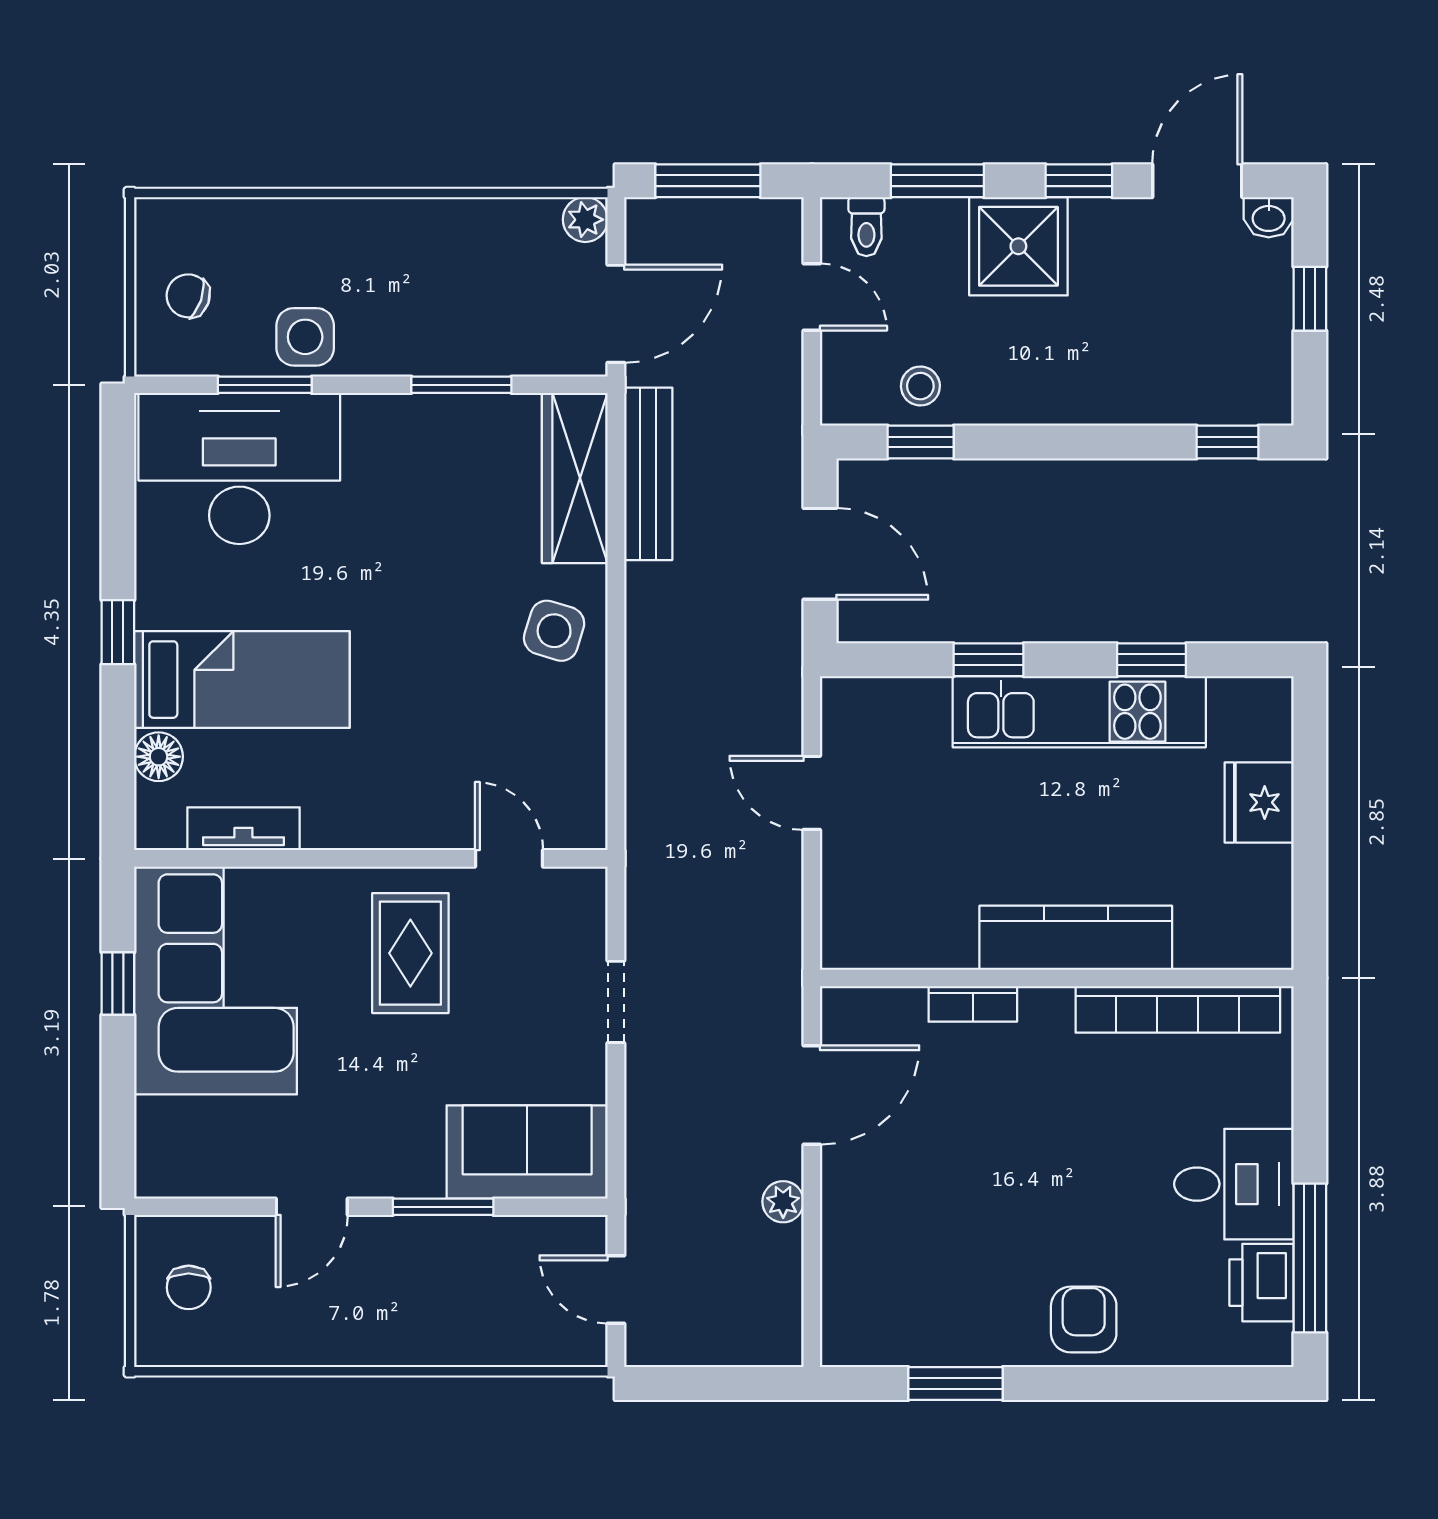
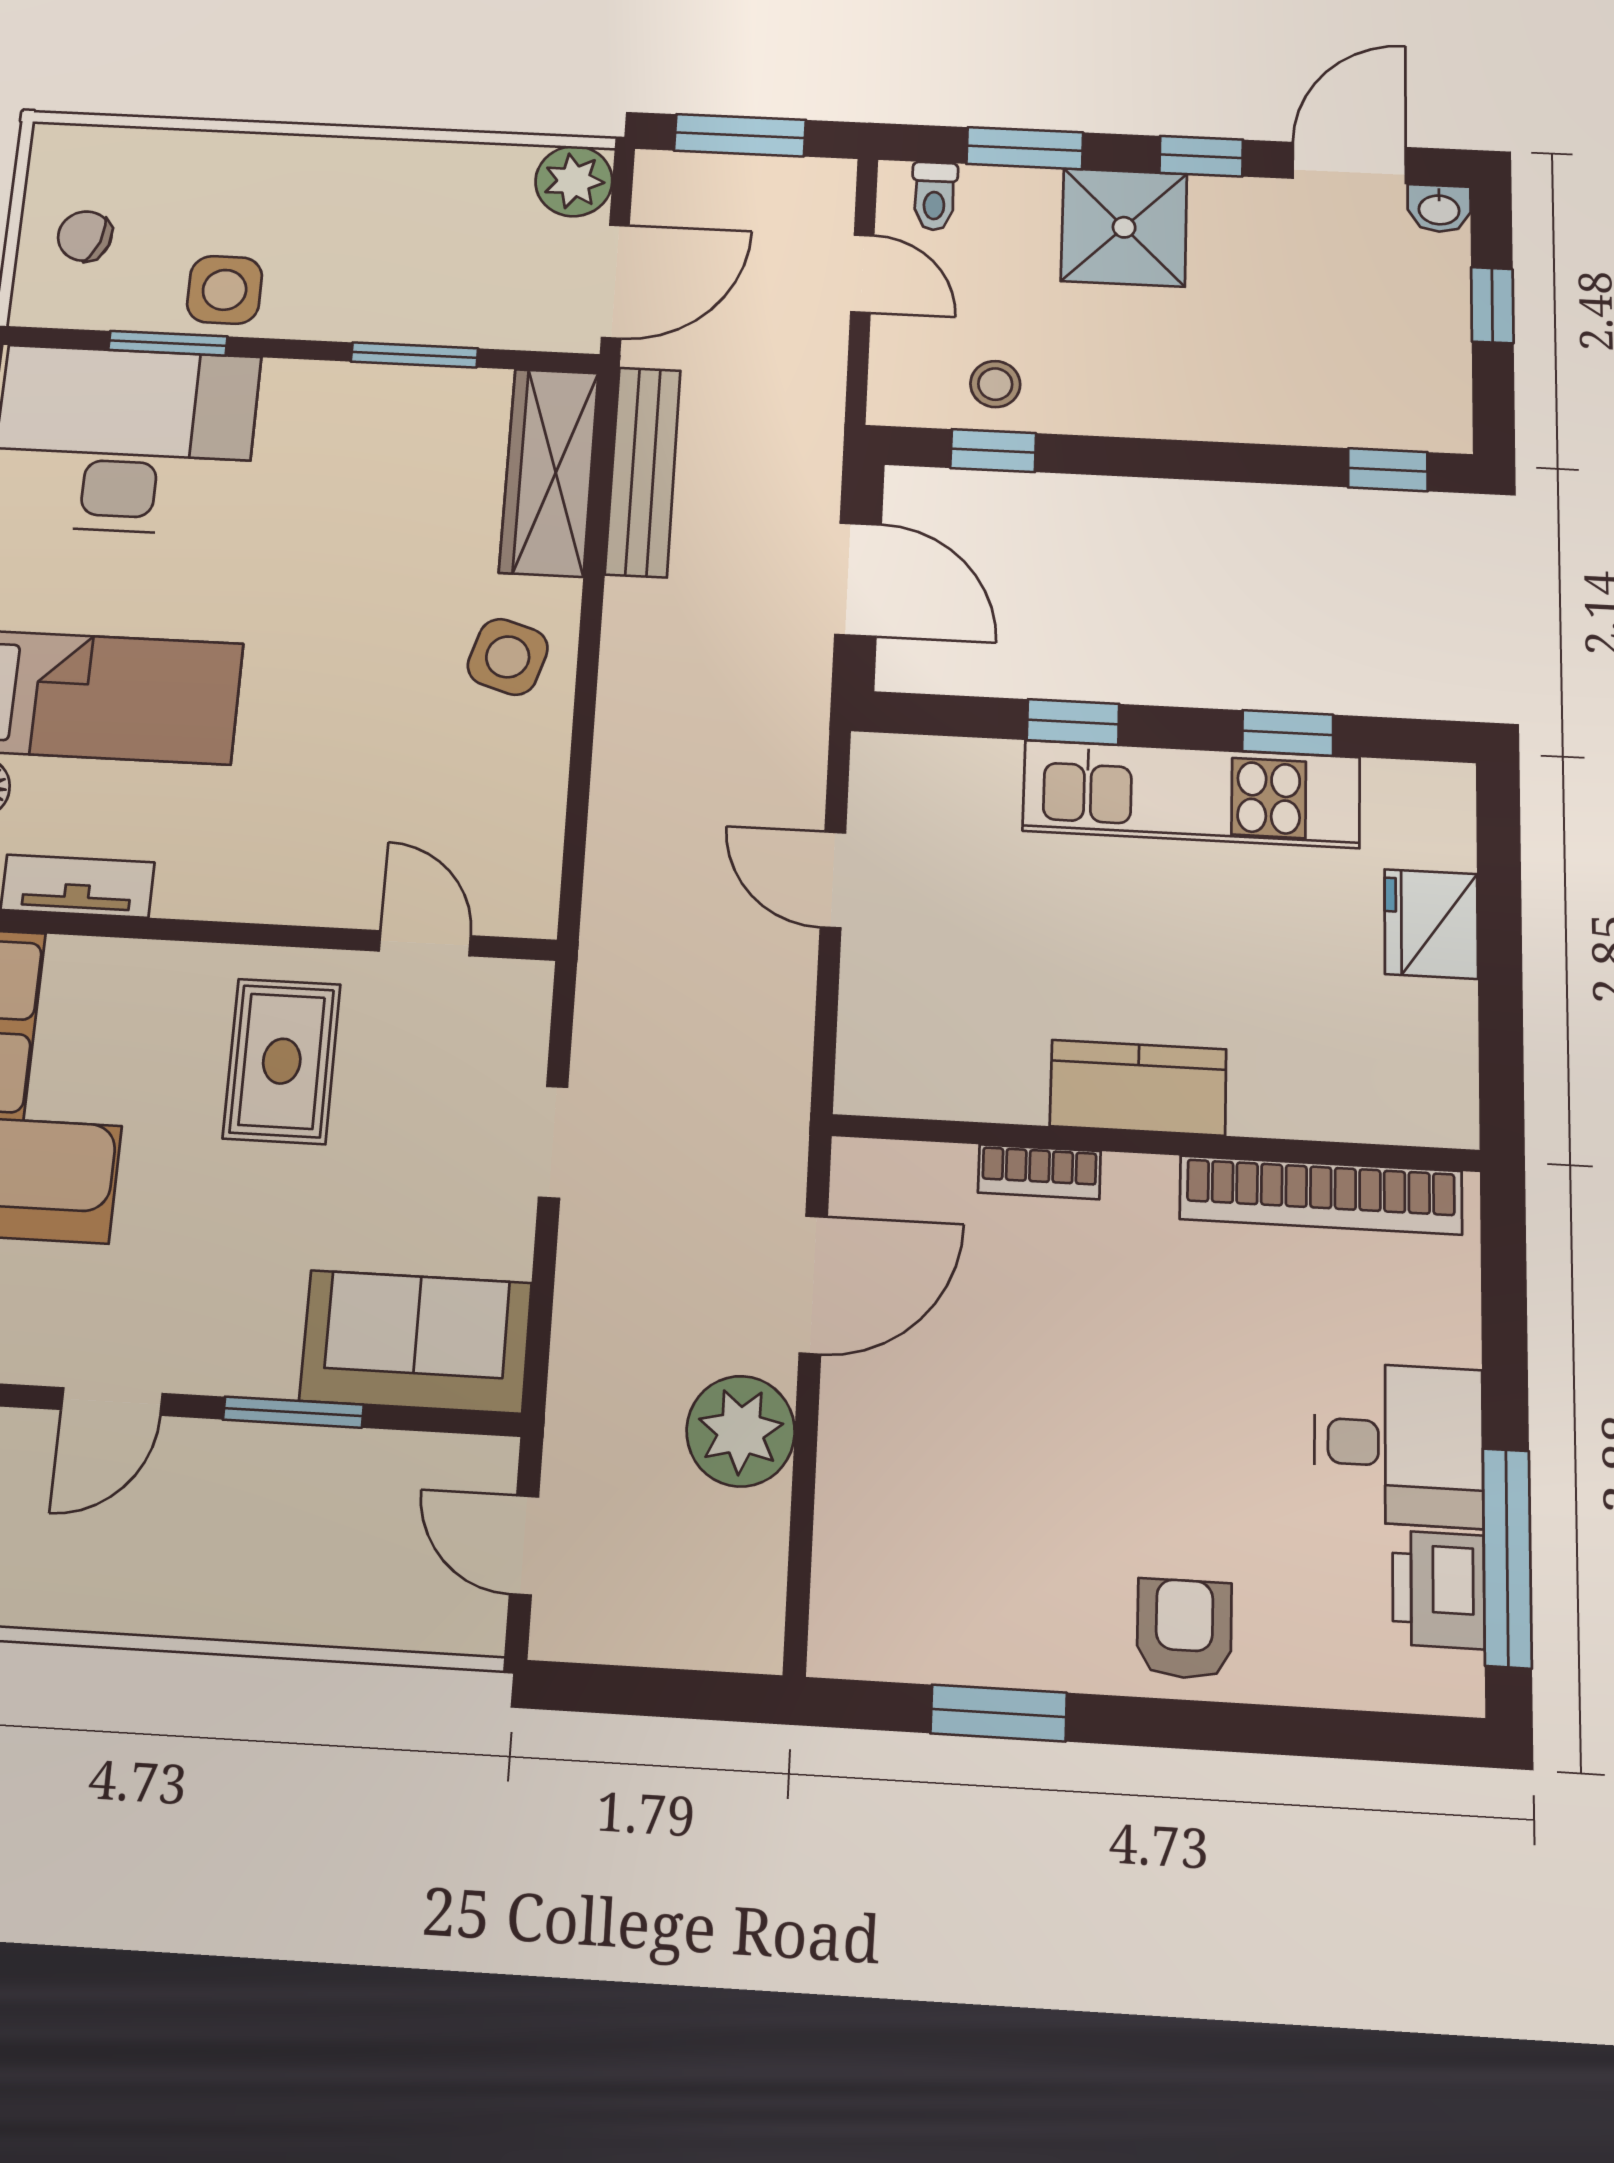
plant: (585, 220) -> (574, 181), width x1.38, depth x1.38
kitchen counter: (1076, 938) -> (1138, 1088), width x0.67
plant: (783, 1202) -> (741, 1431), width x1.87, depth x1.87

